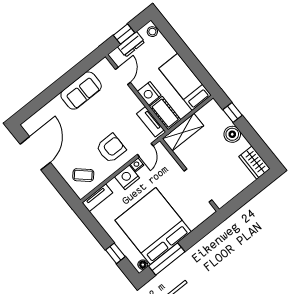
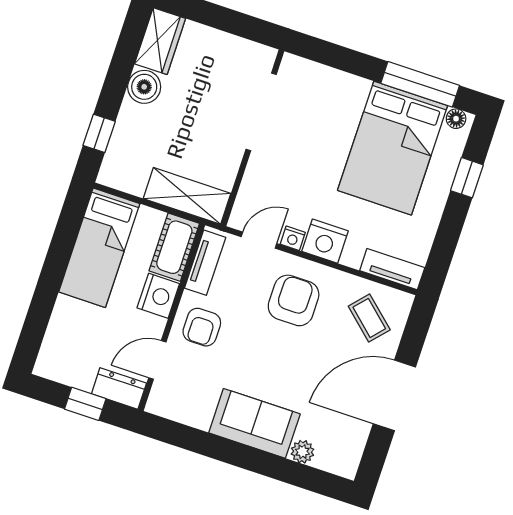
stool: (152, 32) -> (50, 358), removed
dresser: (131, 44) -> (119, 388), moved
sofa: (81, 91) -> (254, 423), moved
armchair: (124, 103) -> (202, 327), added
plant: (46, 111) -> (302, 452), added
boiler: (232, 134) -> (144, 87), moved
armchair: (111, 148) -> (294, 300), turned 90
door: (35, 153) -> (394, 395), moved
bed: (153, 226) -> (393, 148), width x0.73

